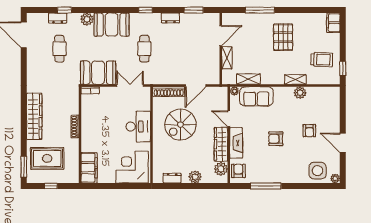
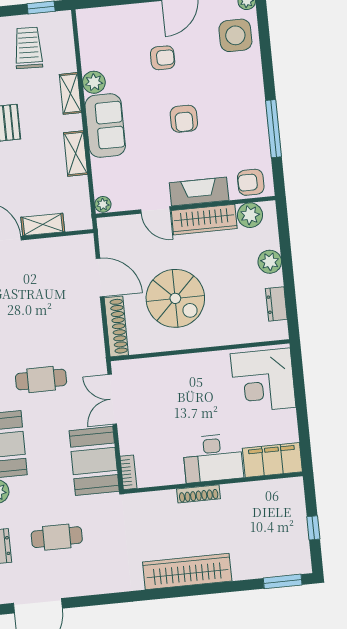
shelving: (248, 79) -> (76, 153), moved
sofa: (256, 96) -> (105, 126), moved
door: (229, 119) -> (155, 210), hinge flipped
desk: (138, 127) -> (213, 458), moved, turned 180
rug: (47, 158) -> (263, 540), removed

